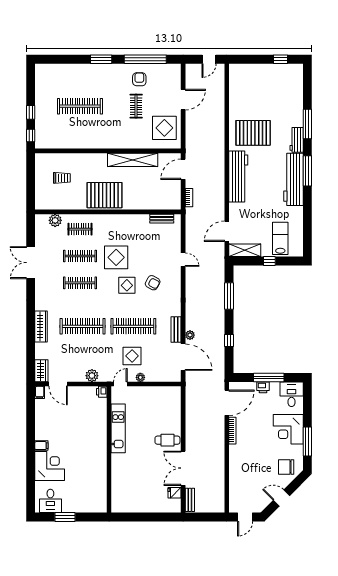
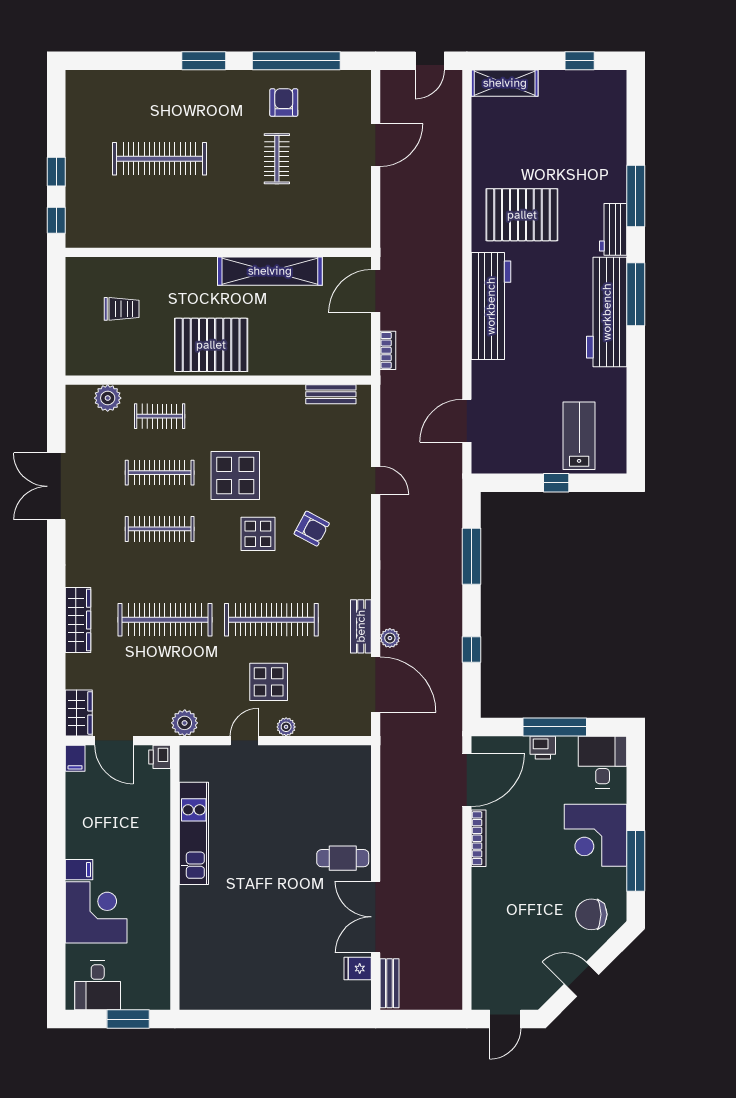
display table: (164, 128) -> (336, 204), removed
shelving: (245, 250) -> (505, 83), moved
printer: (102, 392) -> (160, 757), moved
kitchen unit: (118, 428) -> (194, 833), moved
wall: (109, 449) -> (175, 878), moved

